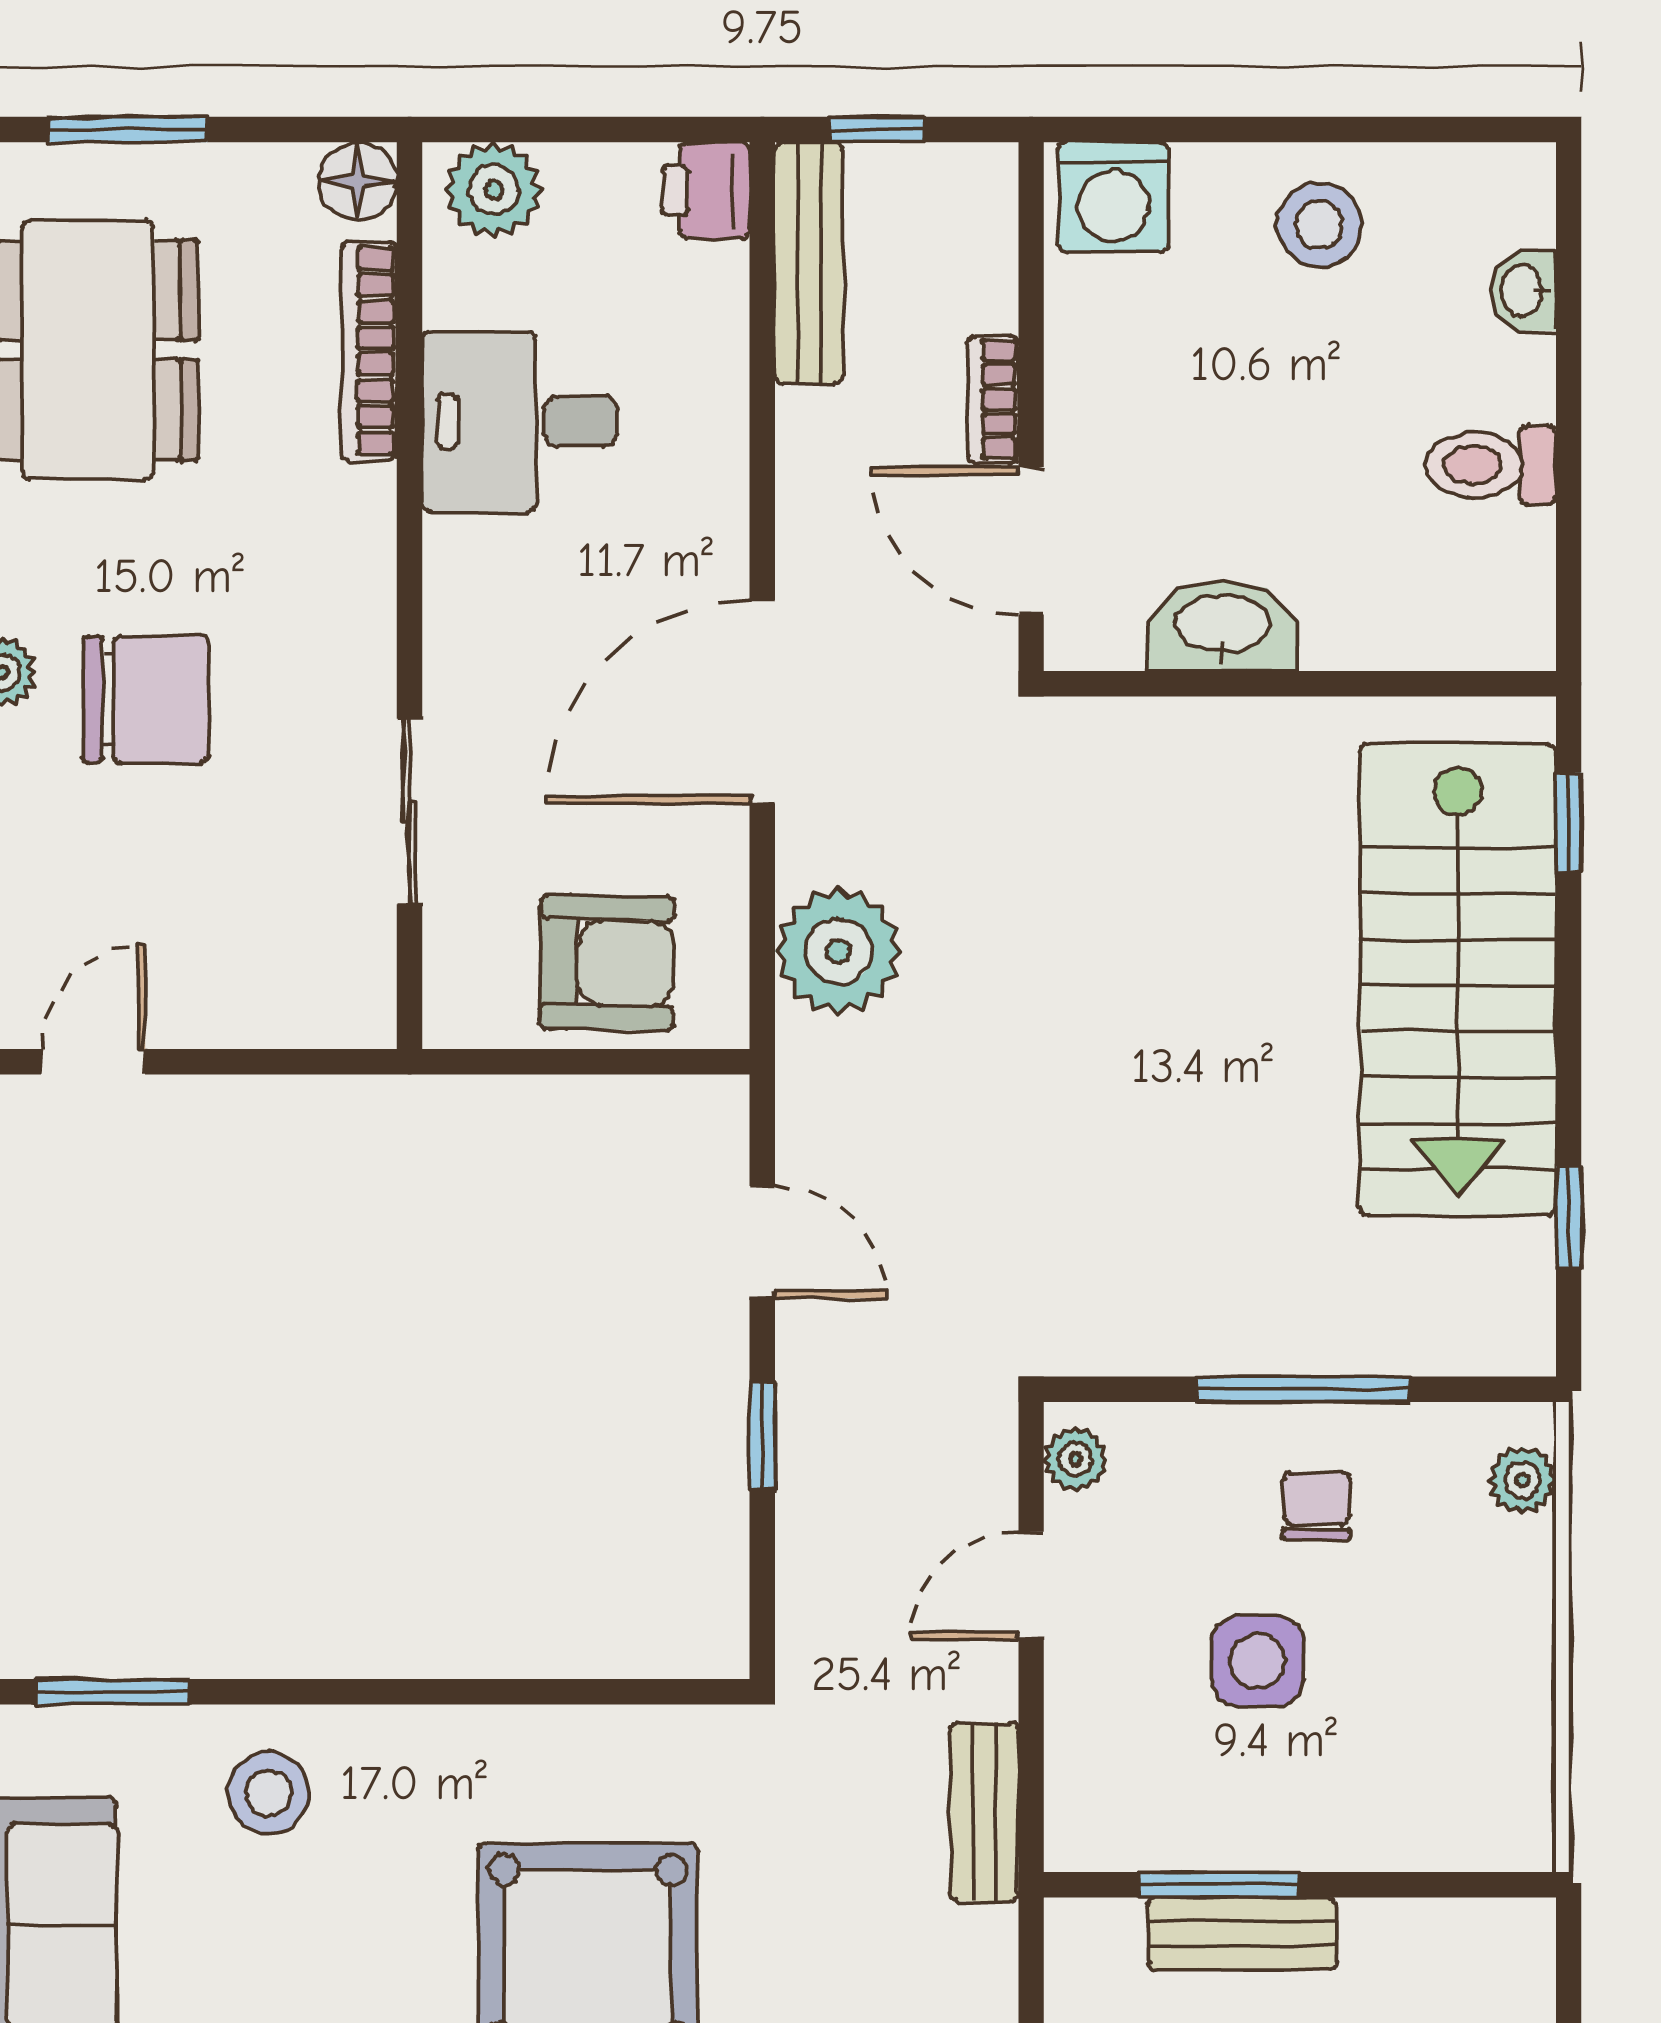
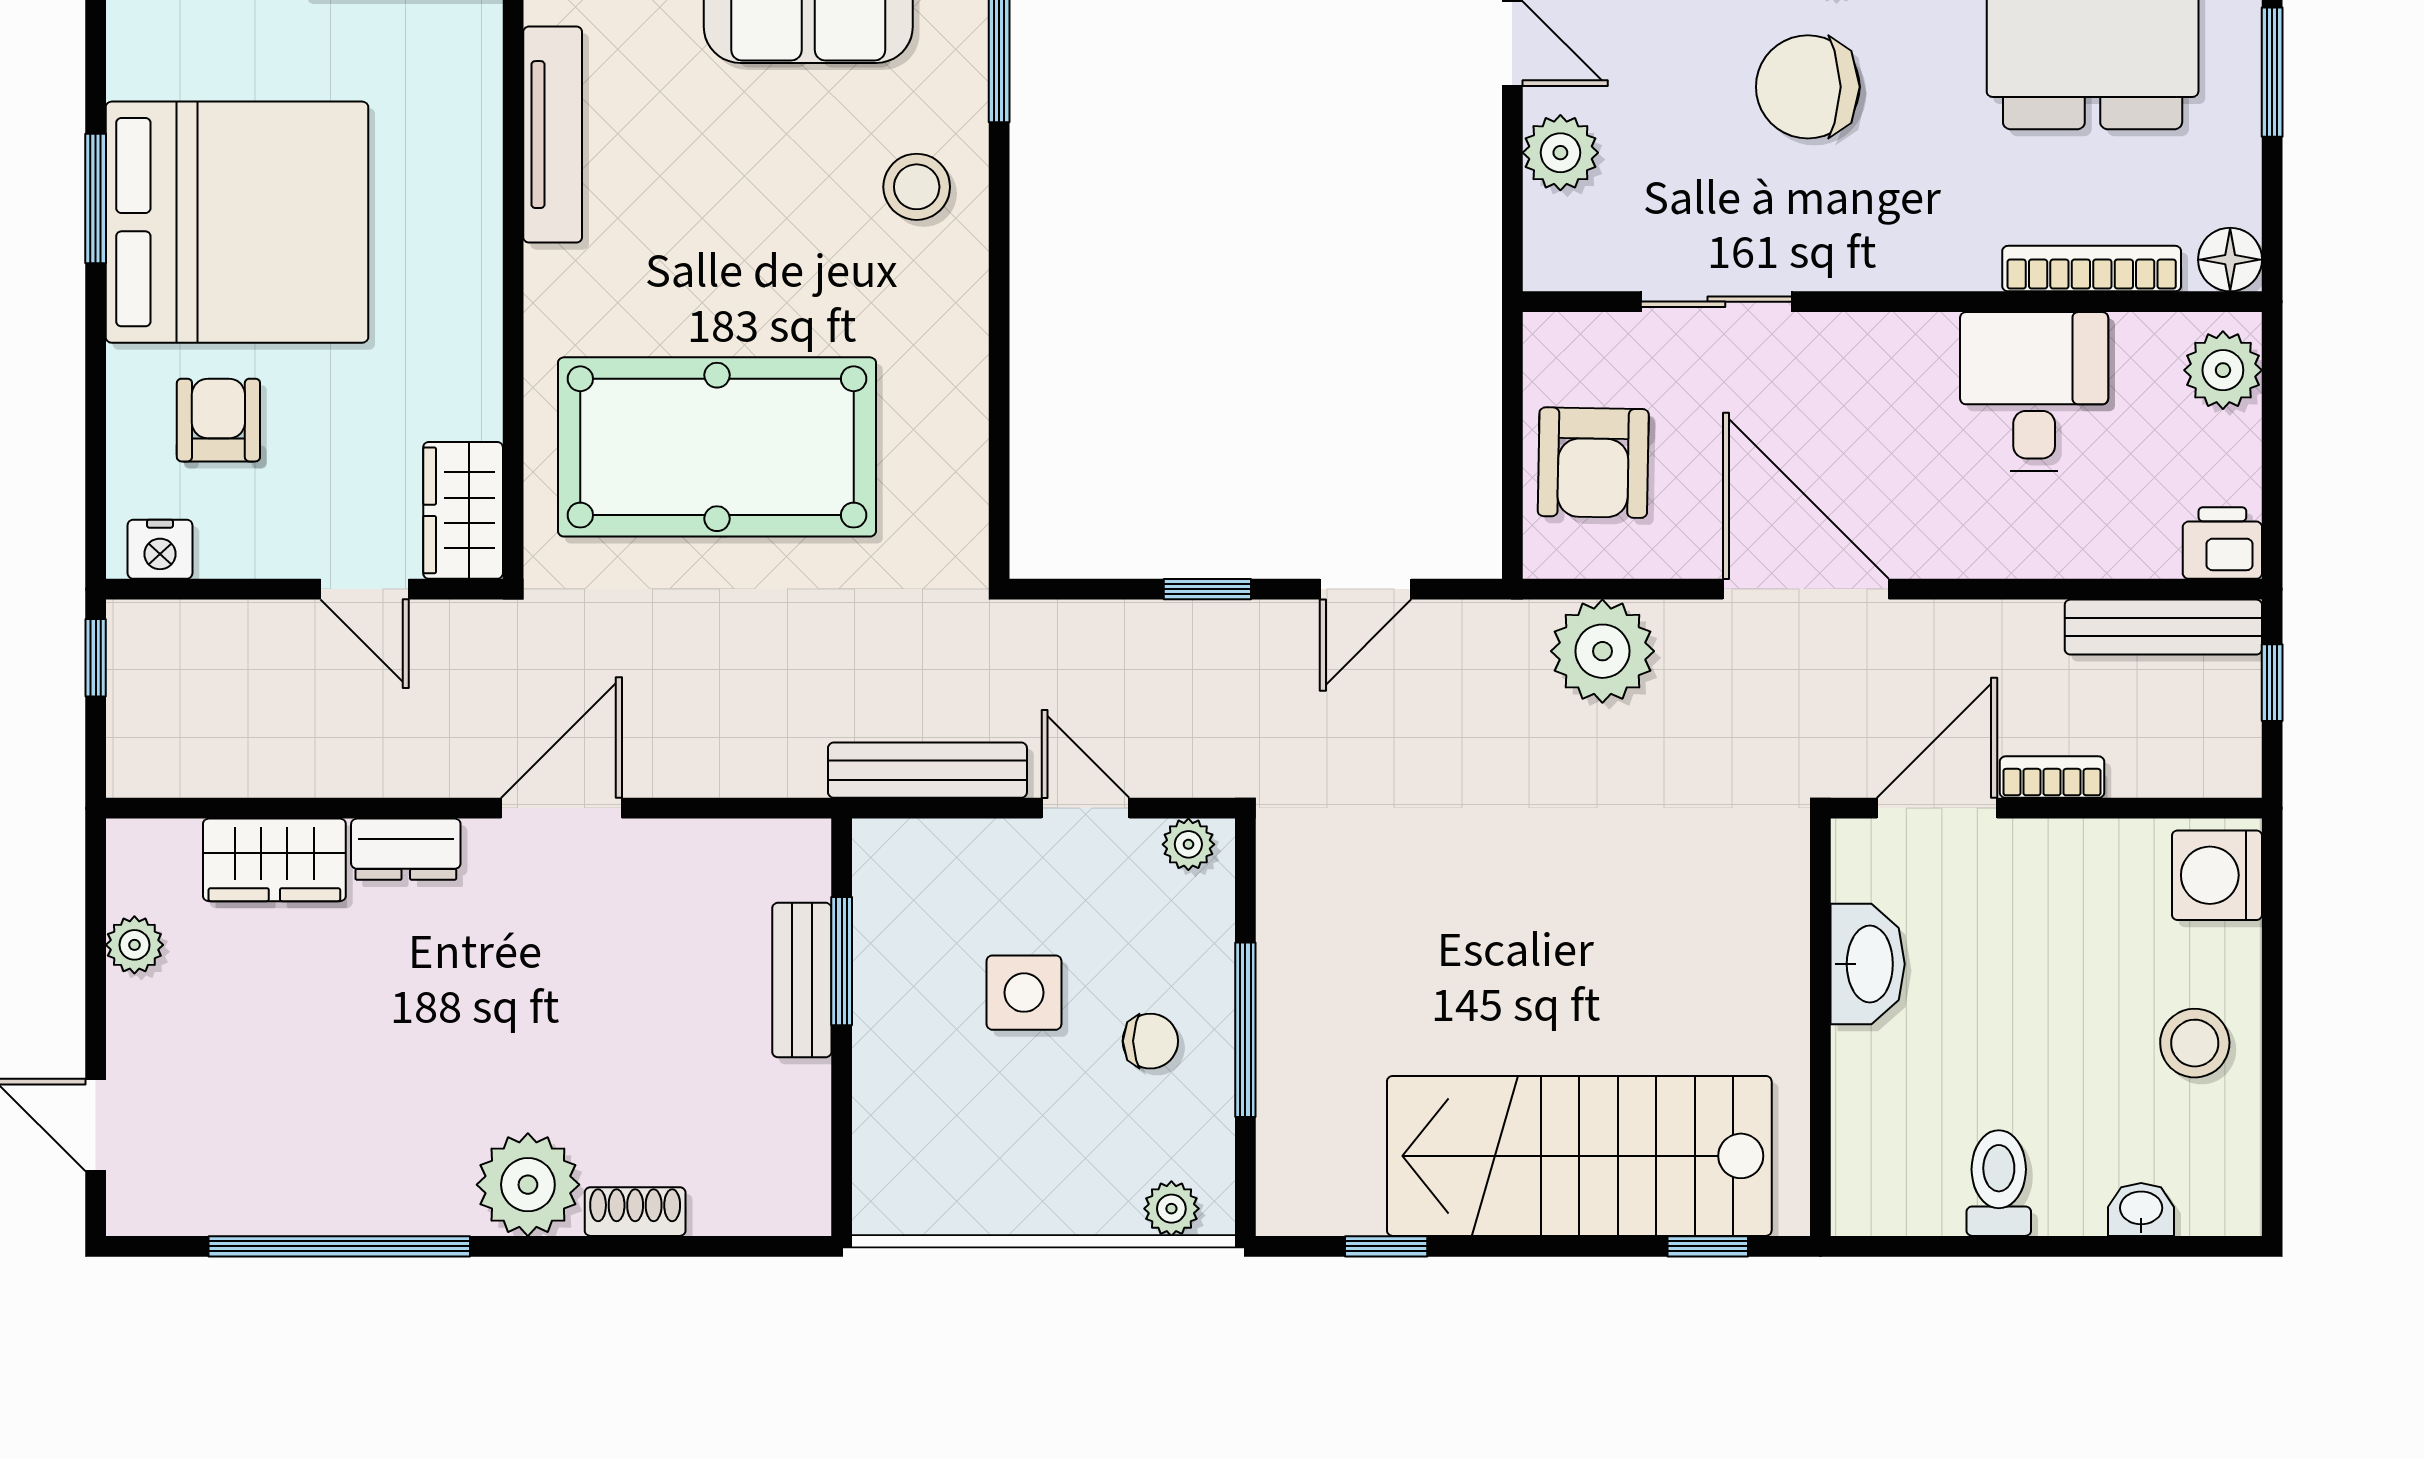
chair: (146, 699) -> (1808, 87), turned 90
plant: (227, 1003) -> (1560, 153), added
bench: (984, 1812) -> (927, 770), width x1.36

